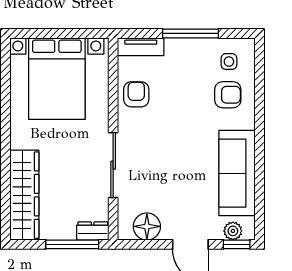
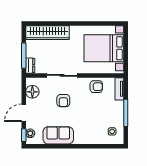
armchair: (228, 95) -> (63, 101), moved
sofa: (237, 173) -> (58, 135), width x0.73

